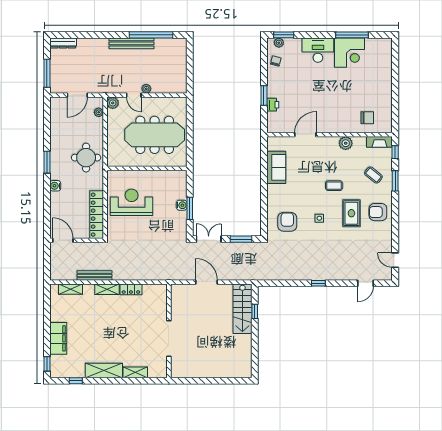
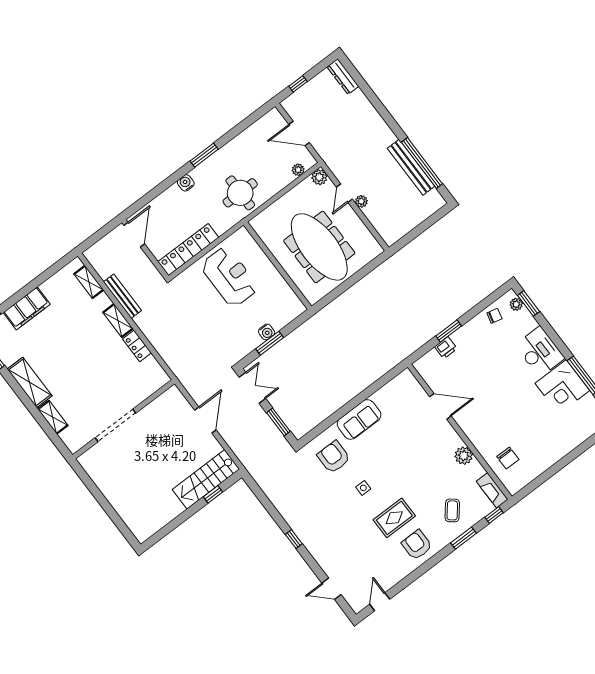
bench: (132, 43) -> (411, 167), moved
window: (47, 73) -> (298, 84), width x0.46
sofa: (276, 167) -> (359, 419), moved
coffee table: (334, 186) -> (410, 477), removed
armchair: (287, 222) -> (334, 457), turned -90

